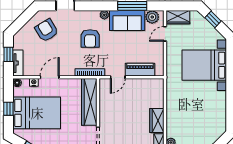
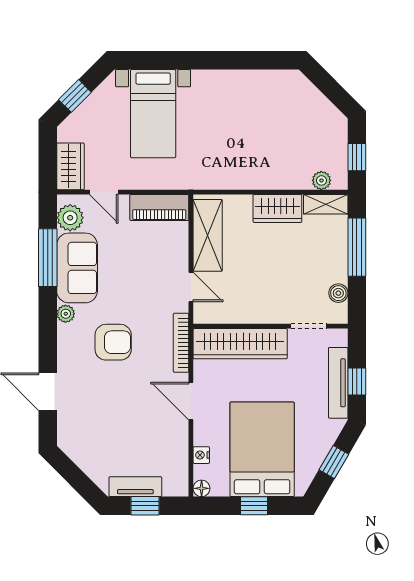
armchair: (47, 30) -> (97, 429), removed
tv unit: (18, 63) -> (135, 487), moved
bed with nightstands: (204, 65) -> (153, 114), width x0.73
piano: (140, 70) -> (159, 207), moved, turned -90
door: (50, 77) -> (191, 401), moved
shelving: (143, 86) -> (208, 235), added

